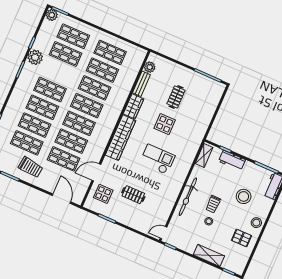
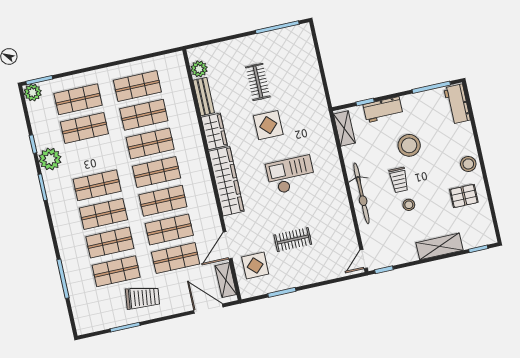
shelving: (82, 190) -> (226, 280), added
stool: (244, 196) -> (409, 145), moved

